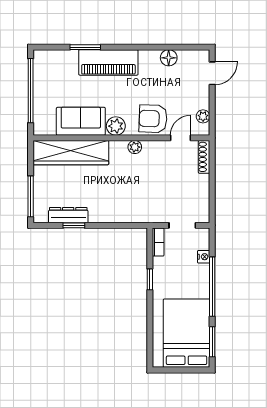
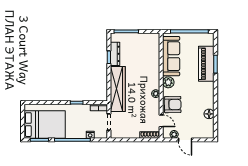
piano: (108, 62) -> (206, 64), moved
door: (212, 73) -> (185, 140), moved
armchair: (153, 119) -> (173, 105), turned 87
sofa: (81, 121) -> (171, 56), width x1.36
wardrobe: (71, 153) -> (118, 89), moved, turned 180

